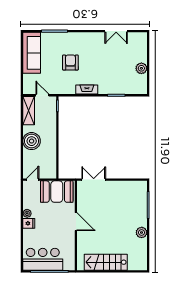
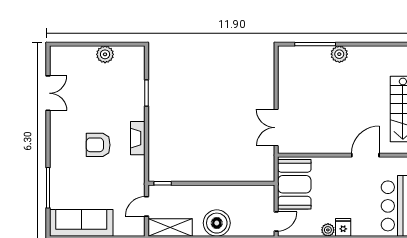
armchair: (70, 63) -> (98, 145), moved
door: (33, 180) -> (276, 221), swing flipped
door: (76, 222) -> (365, 155), moved
plant: (142, 232) -> (339, 54), moved

